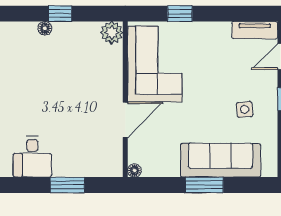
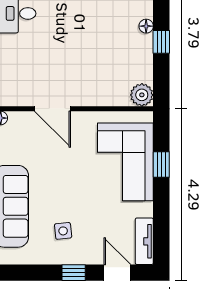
corner sofa: (155, 64) -> (125, 162), moved, turned 90

